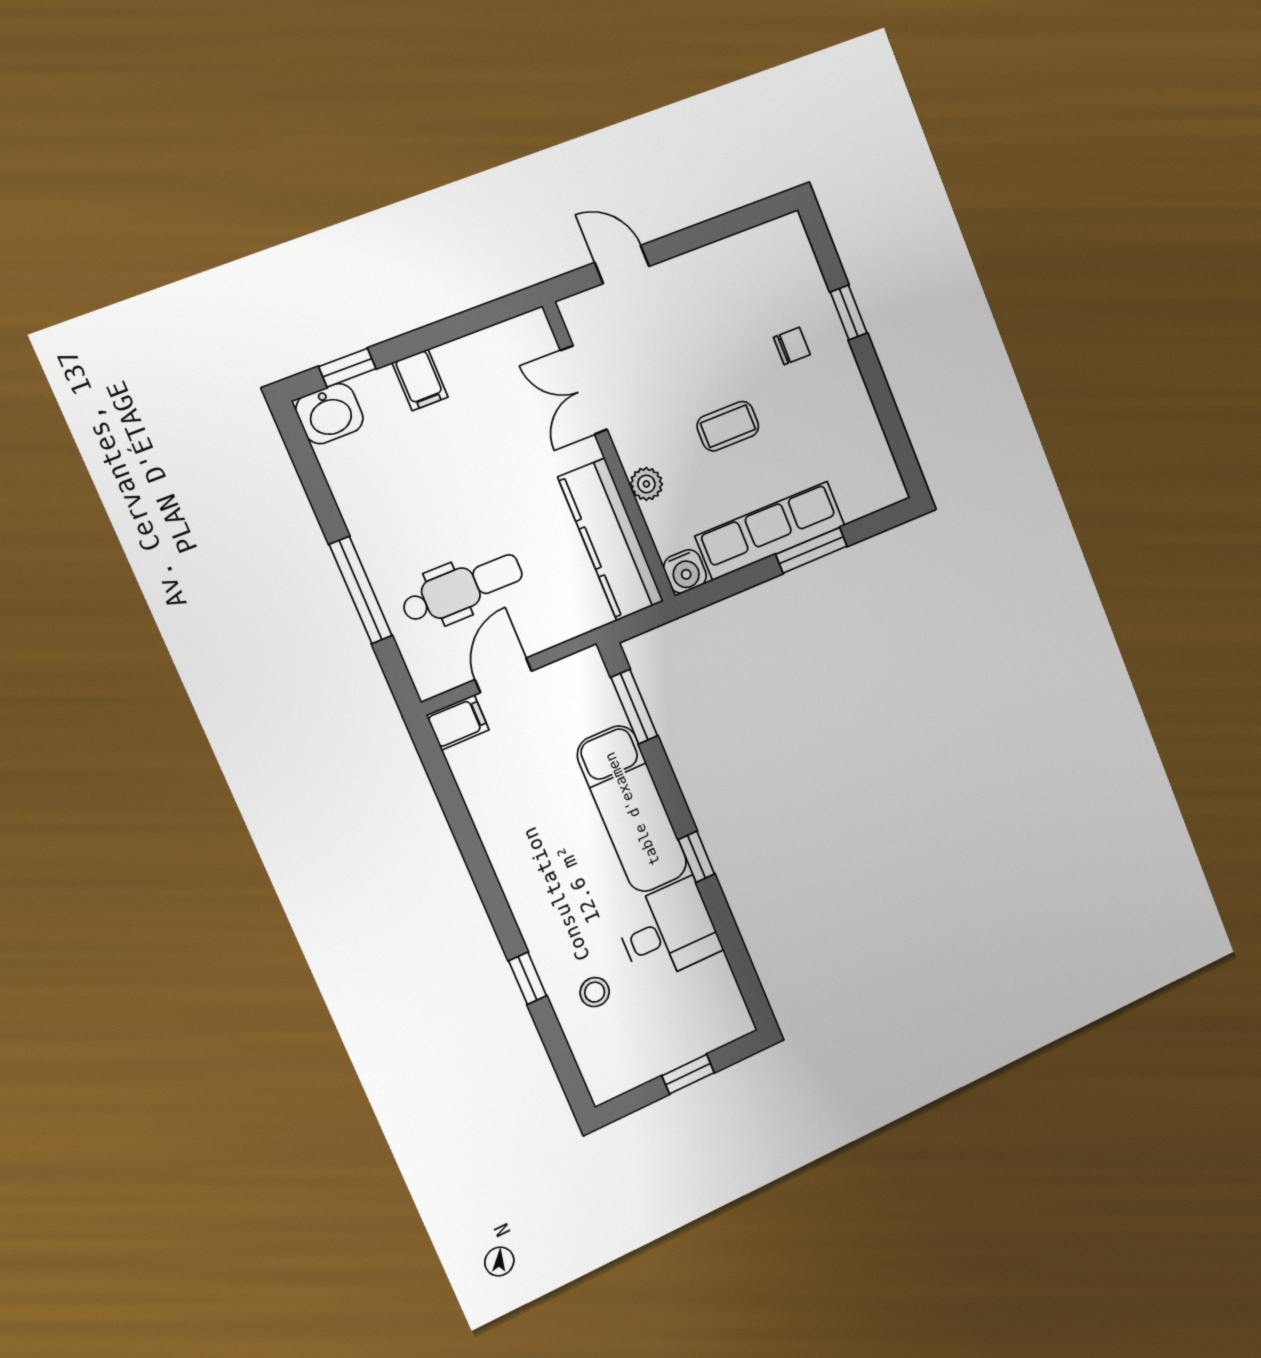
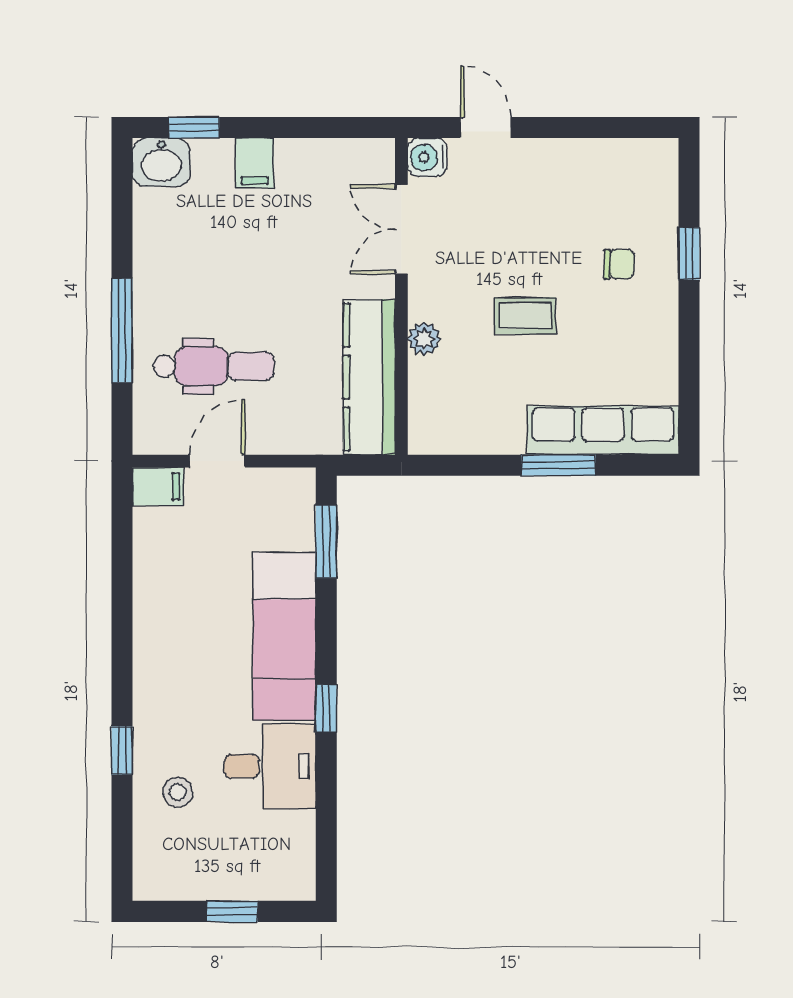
row of seats: (770, 531) -> (603, 430), moved
water cooler: (685, 571) -> (427, 157), moved, turned 90

